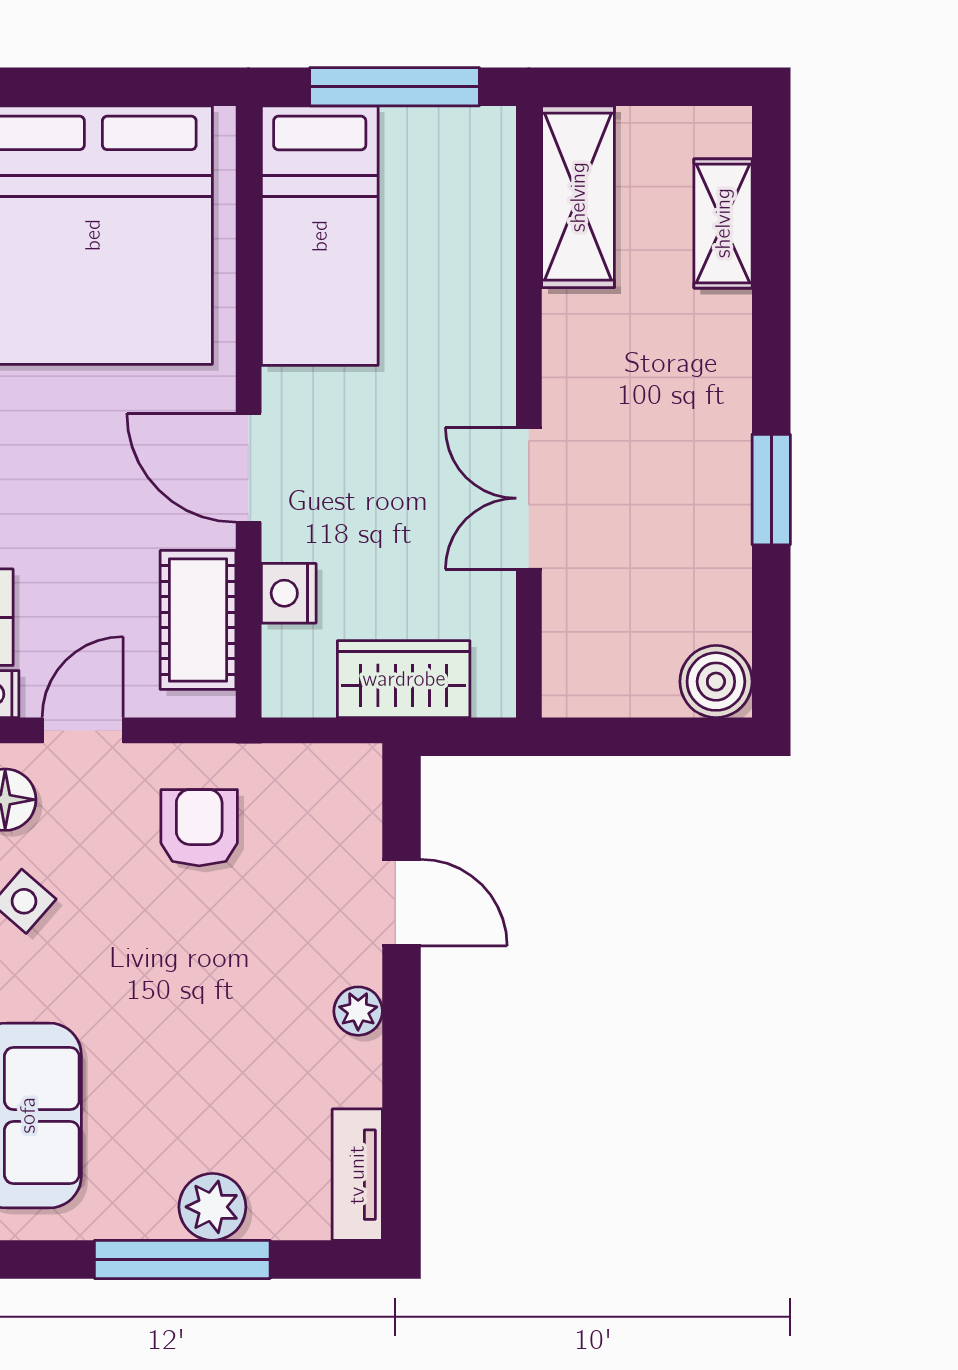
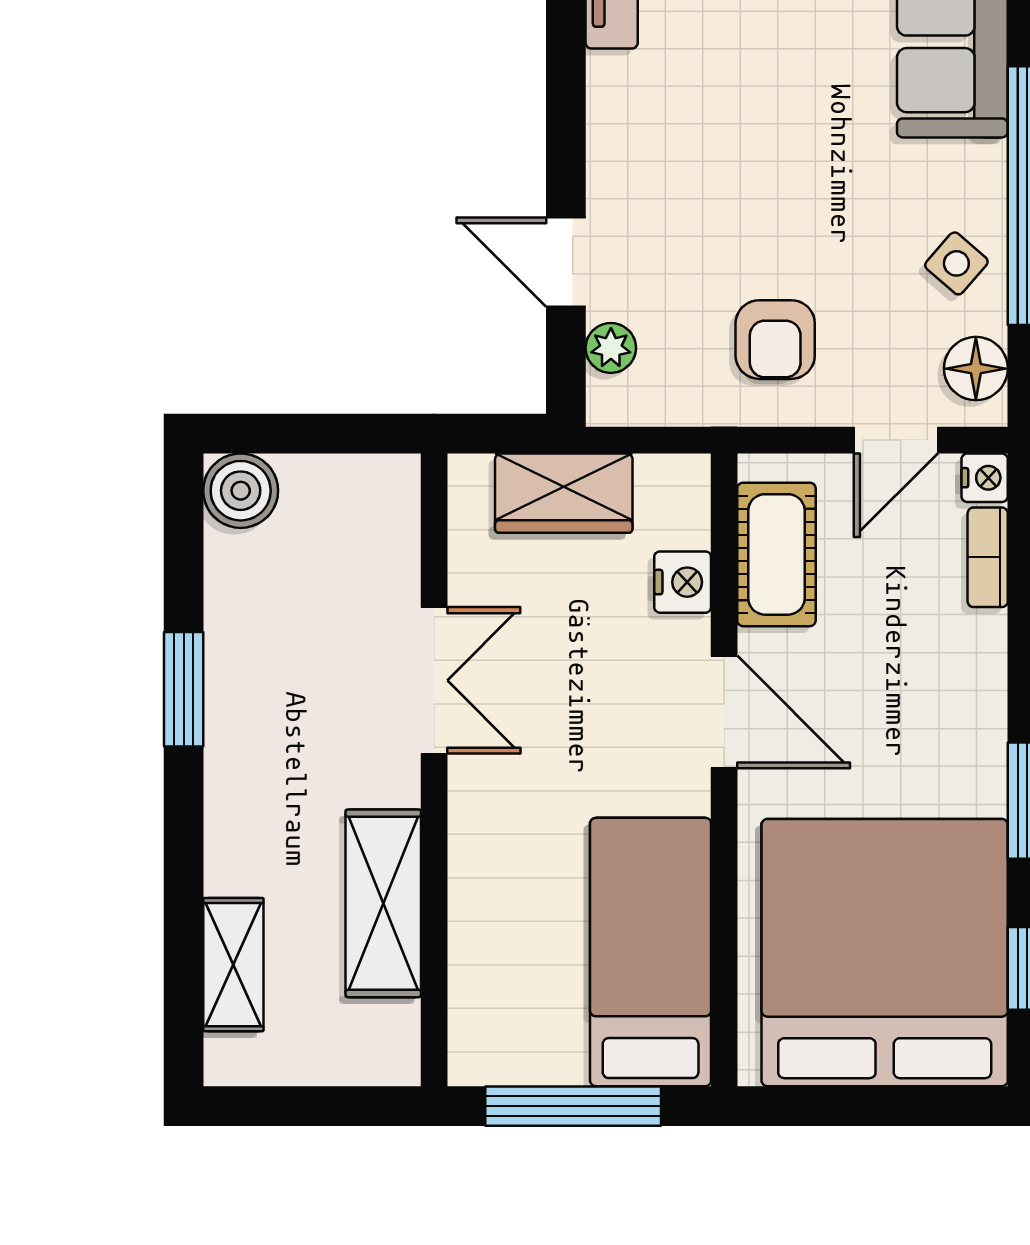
shelving: (578, 197) -> (383, 903), moved
plant: (358, 1011) -> (611, 348), moved

